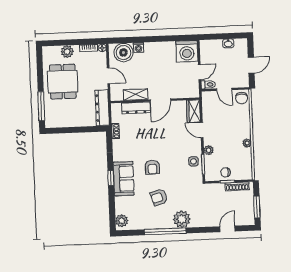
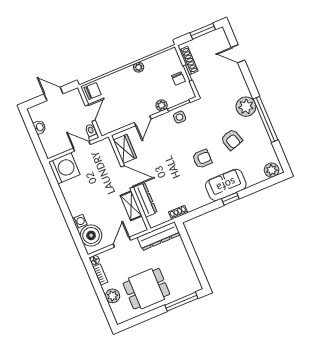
wardrobe: (193, 111) -> (125, 149), moved, turned -90

